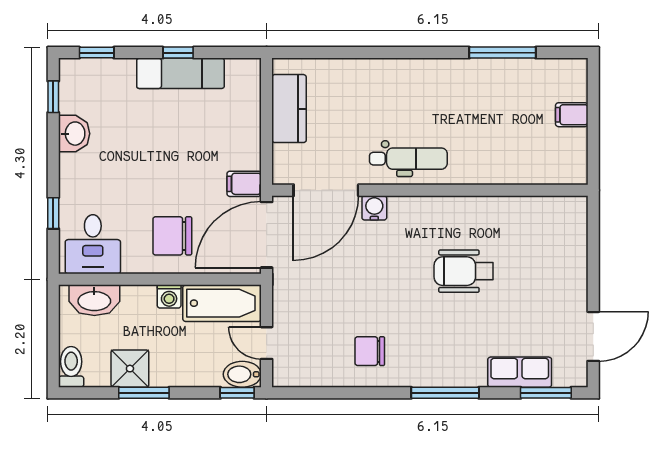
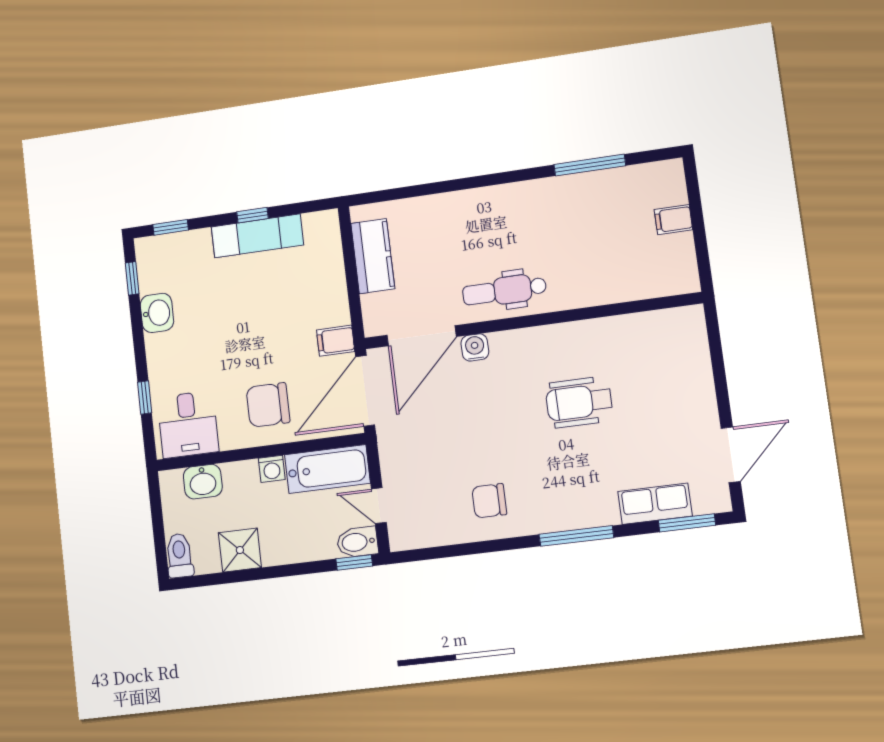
dental chair: (408, 159) -> (504, 291), turned 180
washbasin: (94, 300) -> (203, 482), width x0.72
window: (144, 393) -> (257, 574), removed

